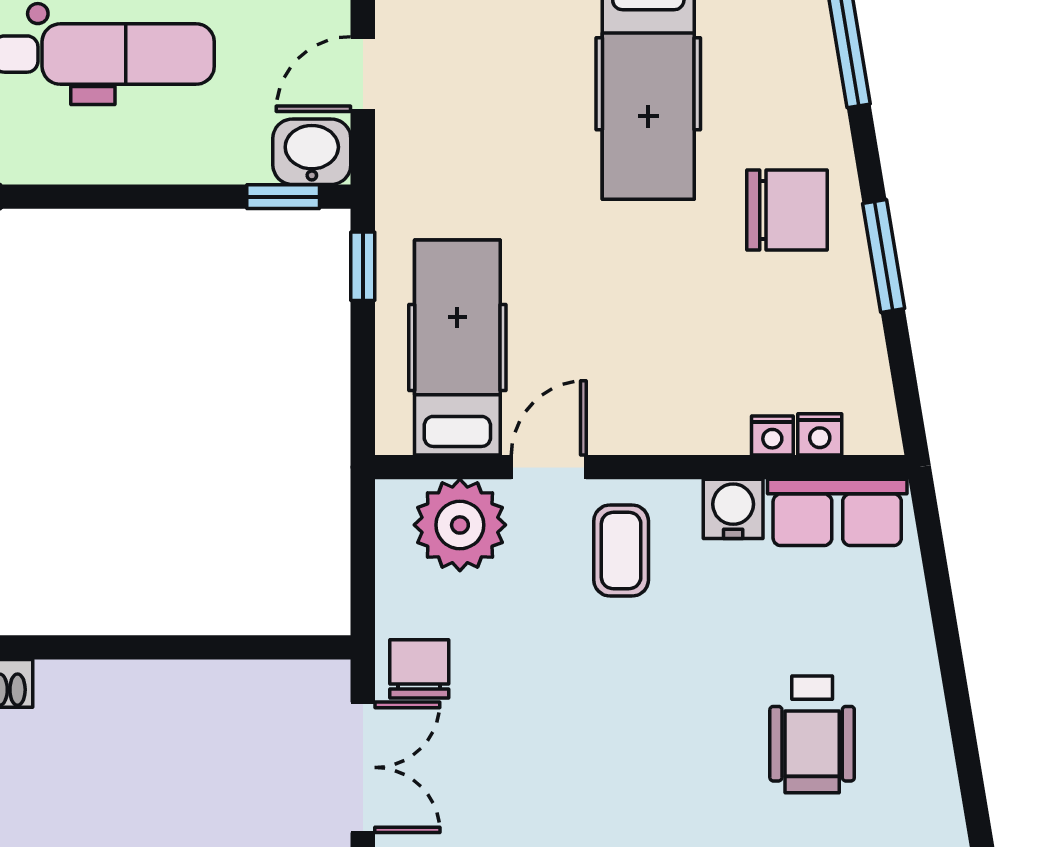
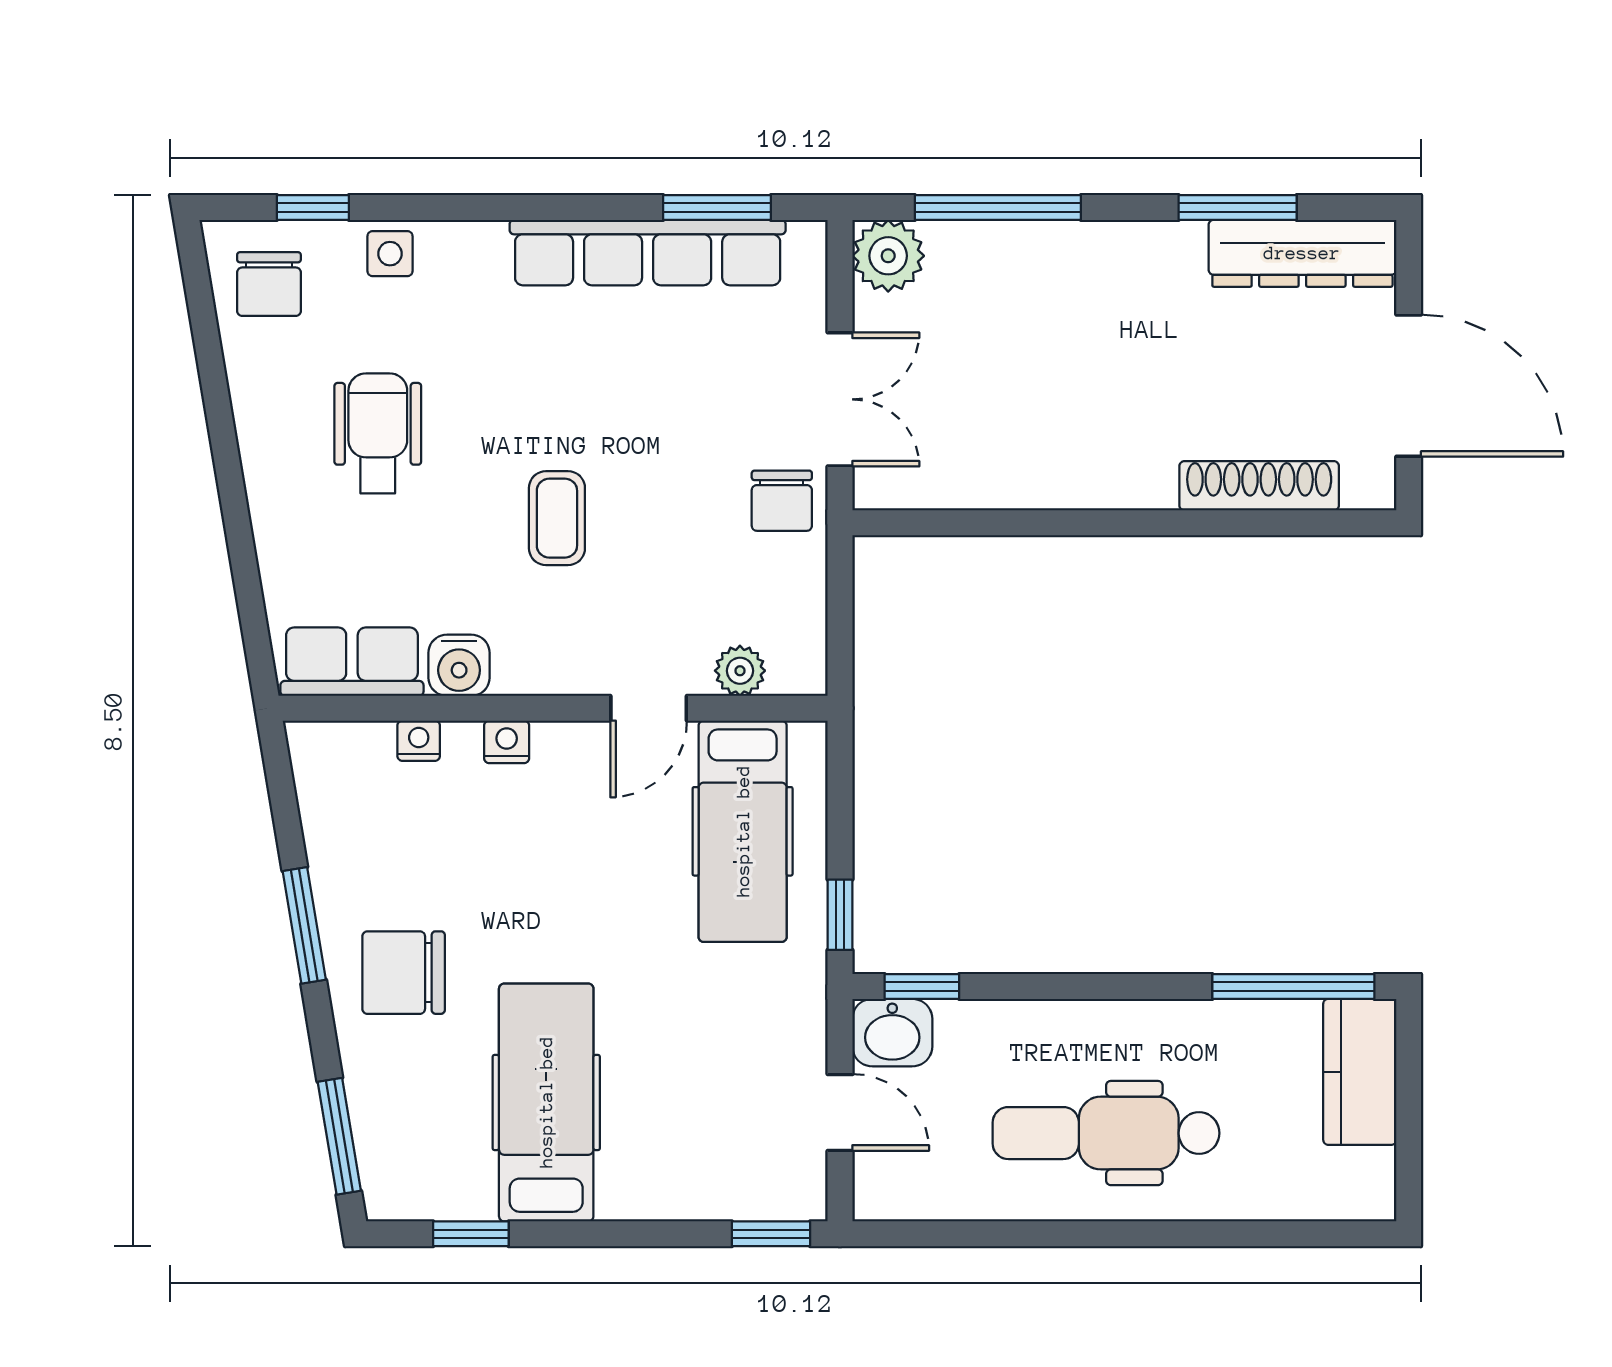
door: (363, 74) -> (840, 1112), hinge flipped
nightstand: (820, 434) -> (507, 742), moved
plant: (460, 525) -> (740, 671), width x0.53, depth x0.53
coffee table: (621, 551) -> (557, 518), moved
double door: (363, 767) -> (840, 399), swing flipped

